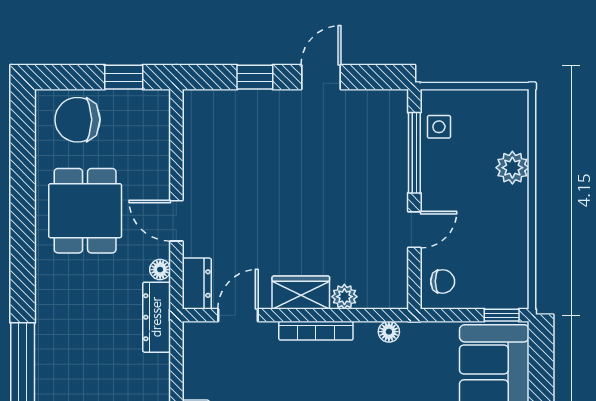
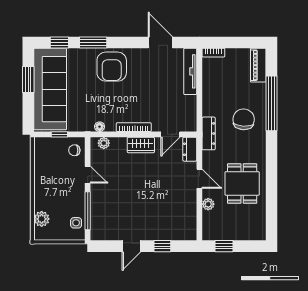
chair: (77, 120) -> (244, 119), moved, turned -86
plant: (157, 167) -> (208, 204), added
plant: (512, 168) -> (42, 219), moved
door: (414, 230) -> (88, 175), swing flipped
floor lamp: (160, 270) -> (207, 156), removed
plant: (344, 297) -> (104, 143), moved
window: (502, 315) -> (59, 134), moved

